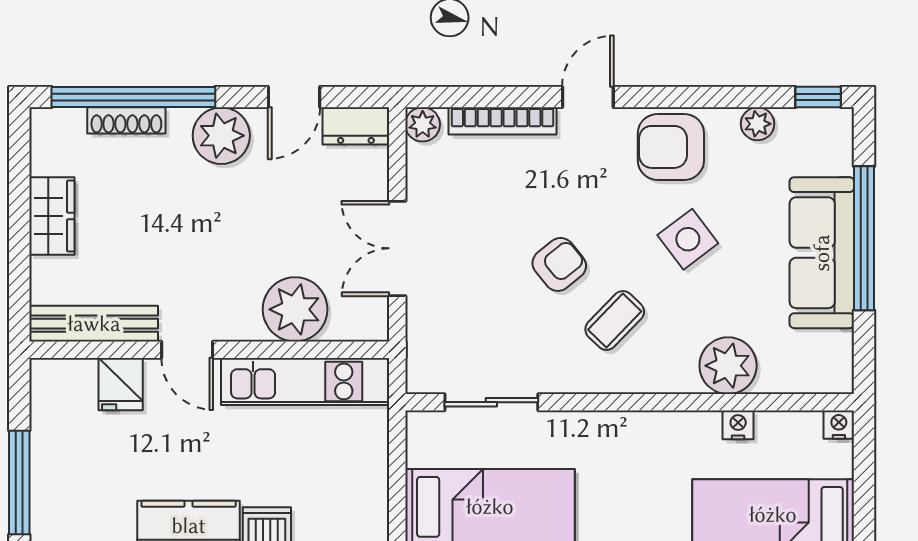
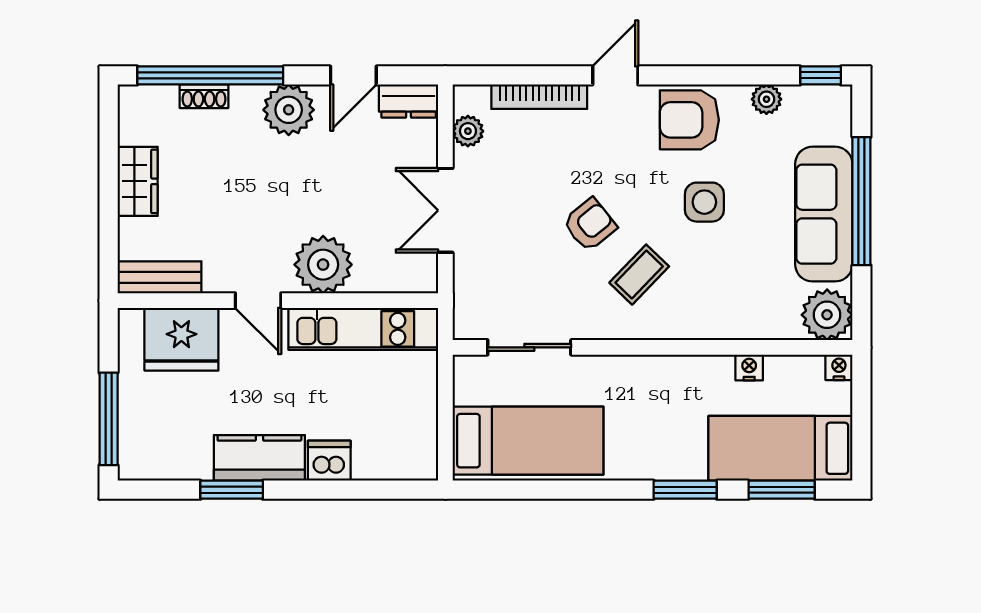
shoe rack: (126, 120) -> (204, 96), width x0.70
plant: (423, 124) -> (468, 131), moved
side table: (688, 239) -> (704, 202), turned 37
plant: (295, 309) -> (323, 265), moved
bench: (94, 324) -> (160, 277), width x0.73
plant: (728, 366) -> (827, 315), moved
fridge: (121, 384) -> (181, 339), width x1.88, depth x1.34

